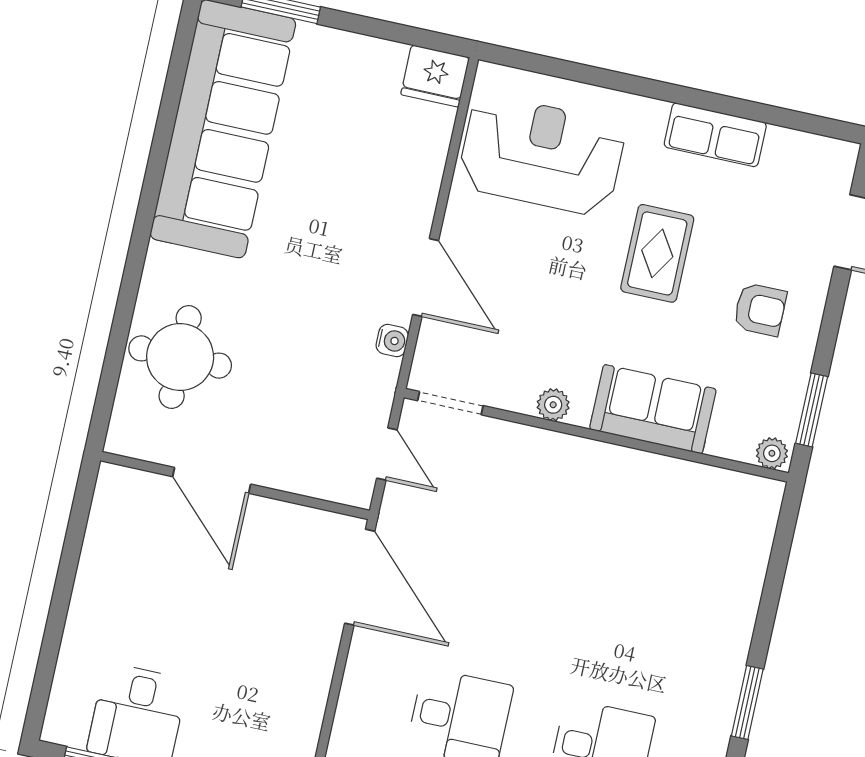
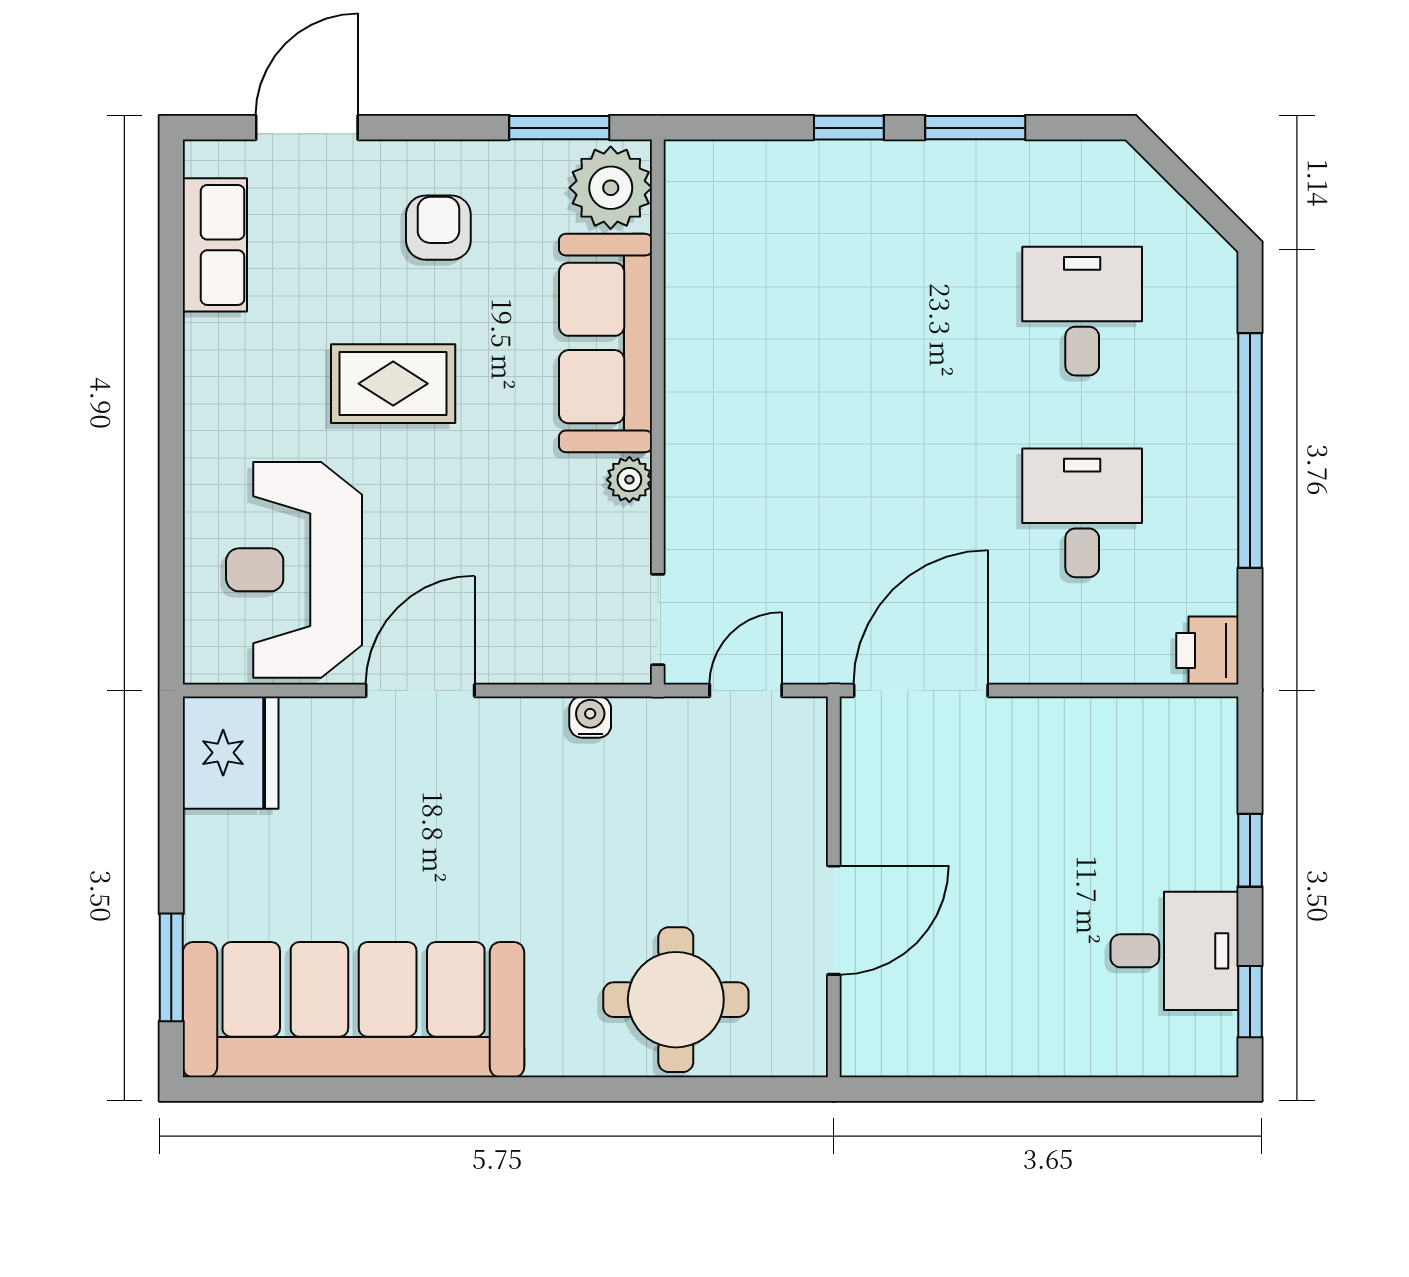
fridge: (435, 76) -> (231, 753), width x1.36, depth x1.34
row of seats: (715, 135) -> (215, 245), moved
door: (426, 278) -> (420, 690), moved
sofa: (653, 409) -> (606, 343), width x1.36
plant: (772, 453) -> (611, 188), width x1.88, depth x1.88
window: (767, 614) -> (849, 128), added

